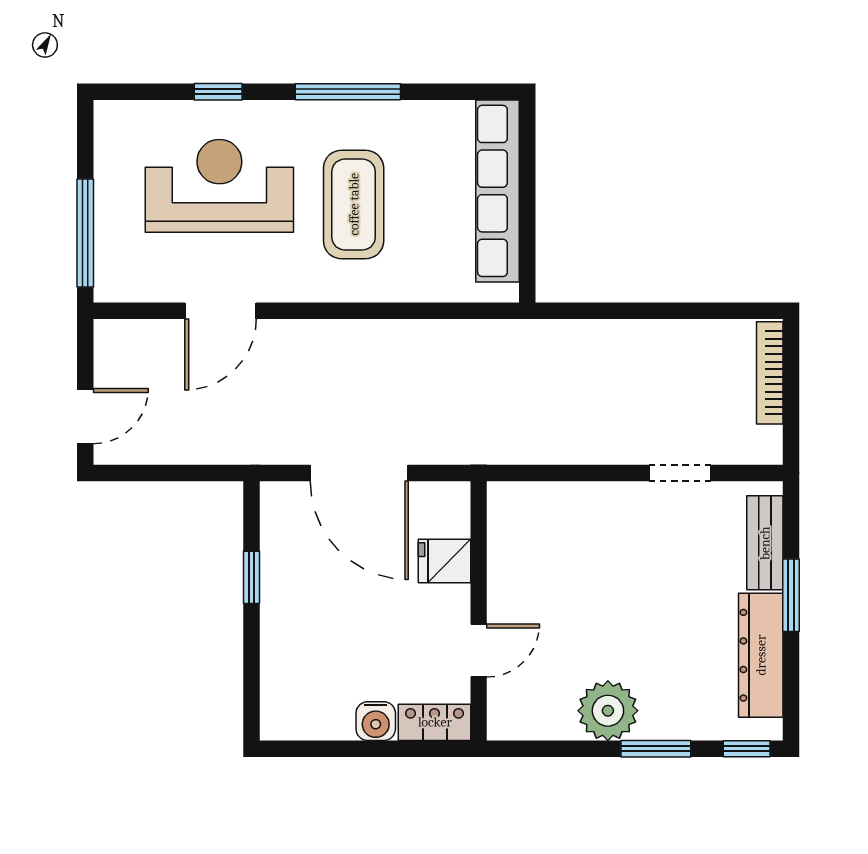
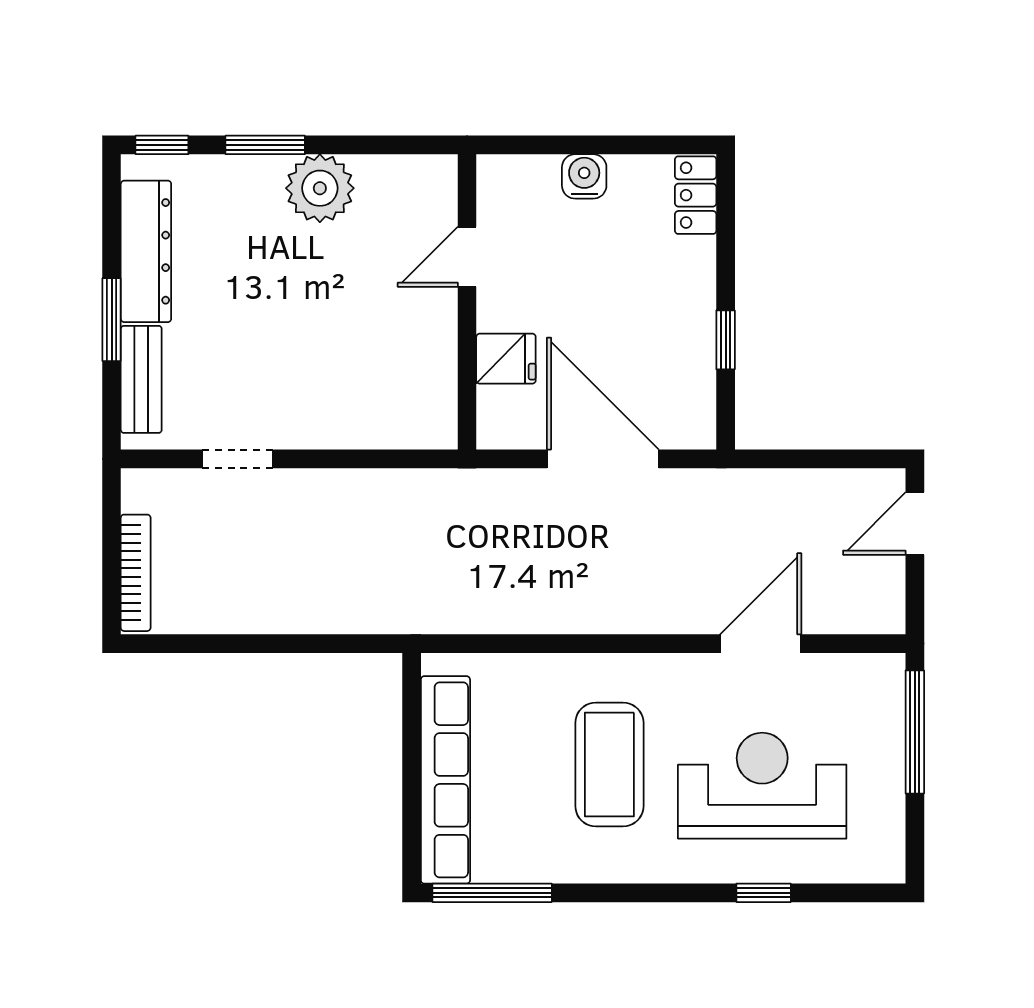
window: (348, 92) -> (492, 893), moved
reception desk: (219, 186) -> (762, 786), turned 180
locker: (435, 722) -> (696, 195), moved, turned 90

